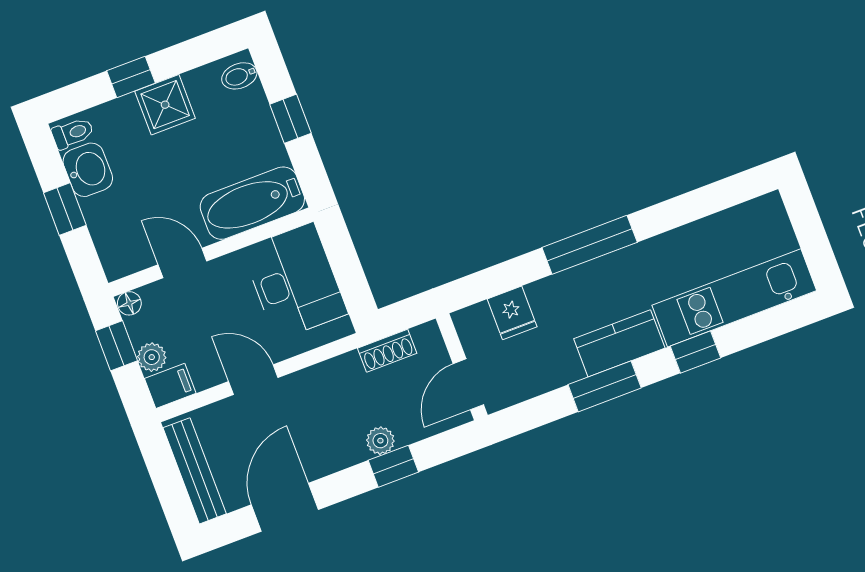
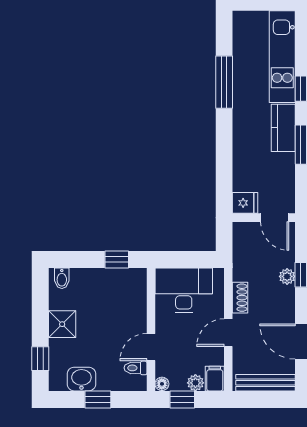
window: (131, 77) -> (40, 359), moved
window: (290, 119) -> (117, 259), moved
toilet: (73, 133) -> (135, 368), moved, turned -90
bathtub: (252, 203) -> (133, 297), removed
window: (590, 245) -> (224, 82), moved
fridge: (512, 313) -> (245, 203), moved
shoe rack: (387, 351) -> (240, 298), moved

